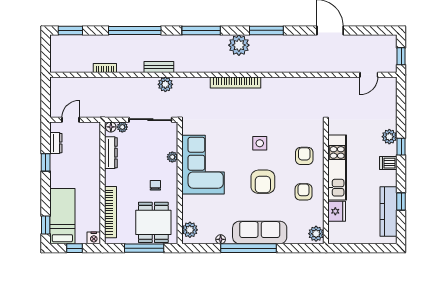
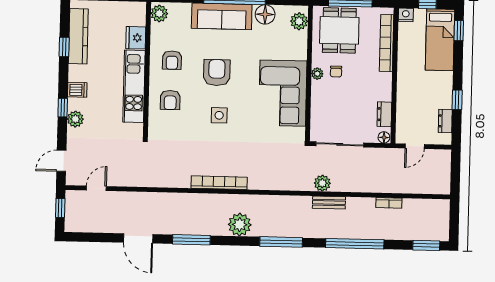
window: (266, 30) -> (191, 240), moved
bookcase: (235, 83) -> (219, 183), moved
door: (401, 99) -> (61, 161), added
door: (71, 120) -> (415, 146), moved
plant: (122, 127) -> (371, 137), removed
dresser: (111, 153) -> (384, 114), width x0.70
plant: (172, 157) -> (317, 74), moved
floor lamp: (221, 239) -> (265, 14), width x1.89, depth x1.89

